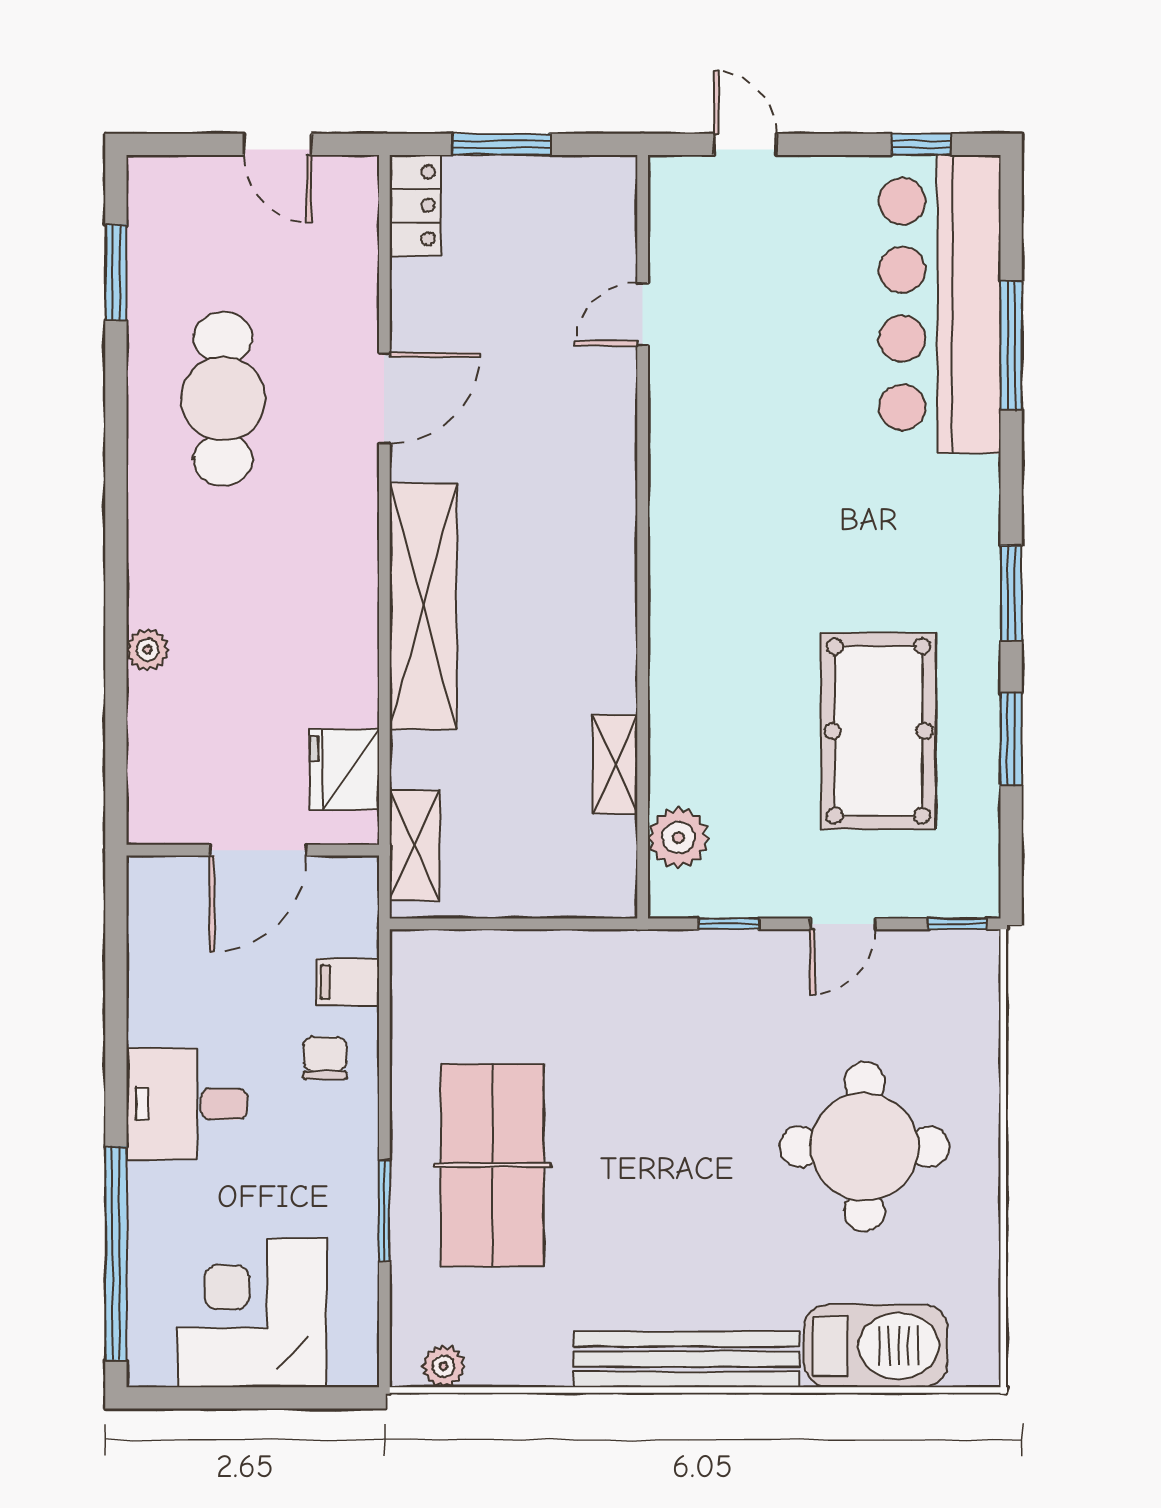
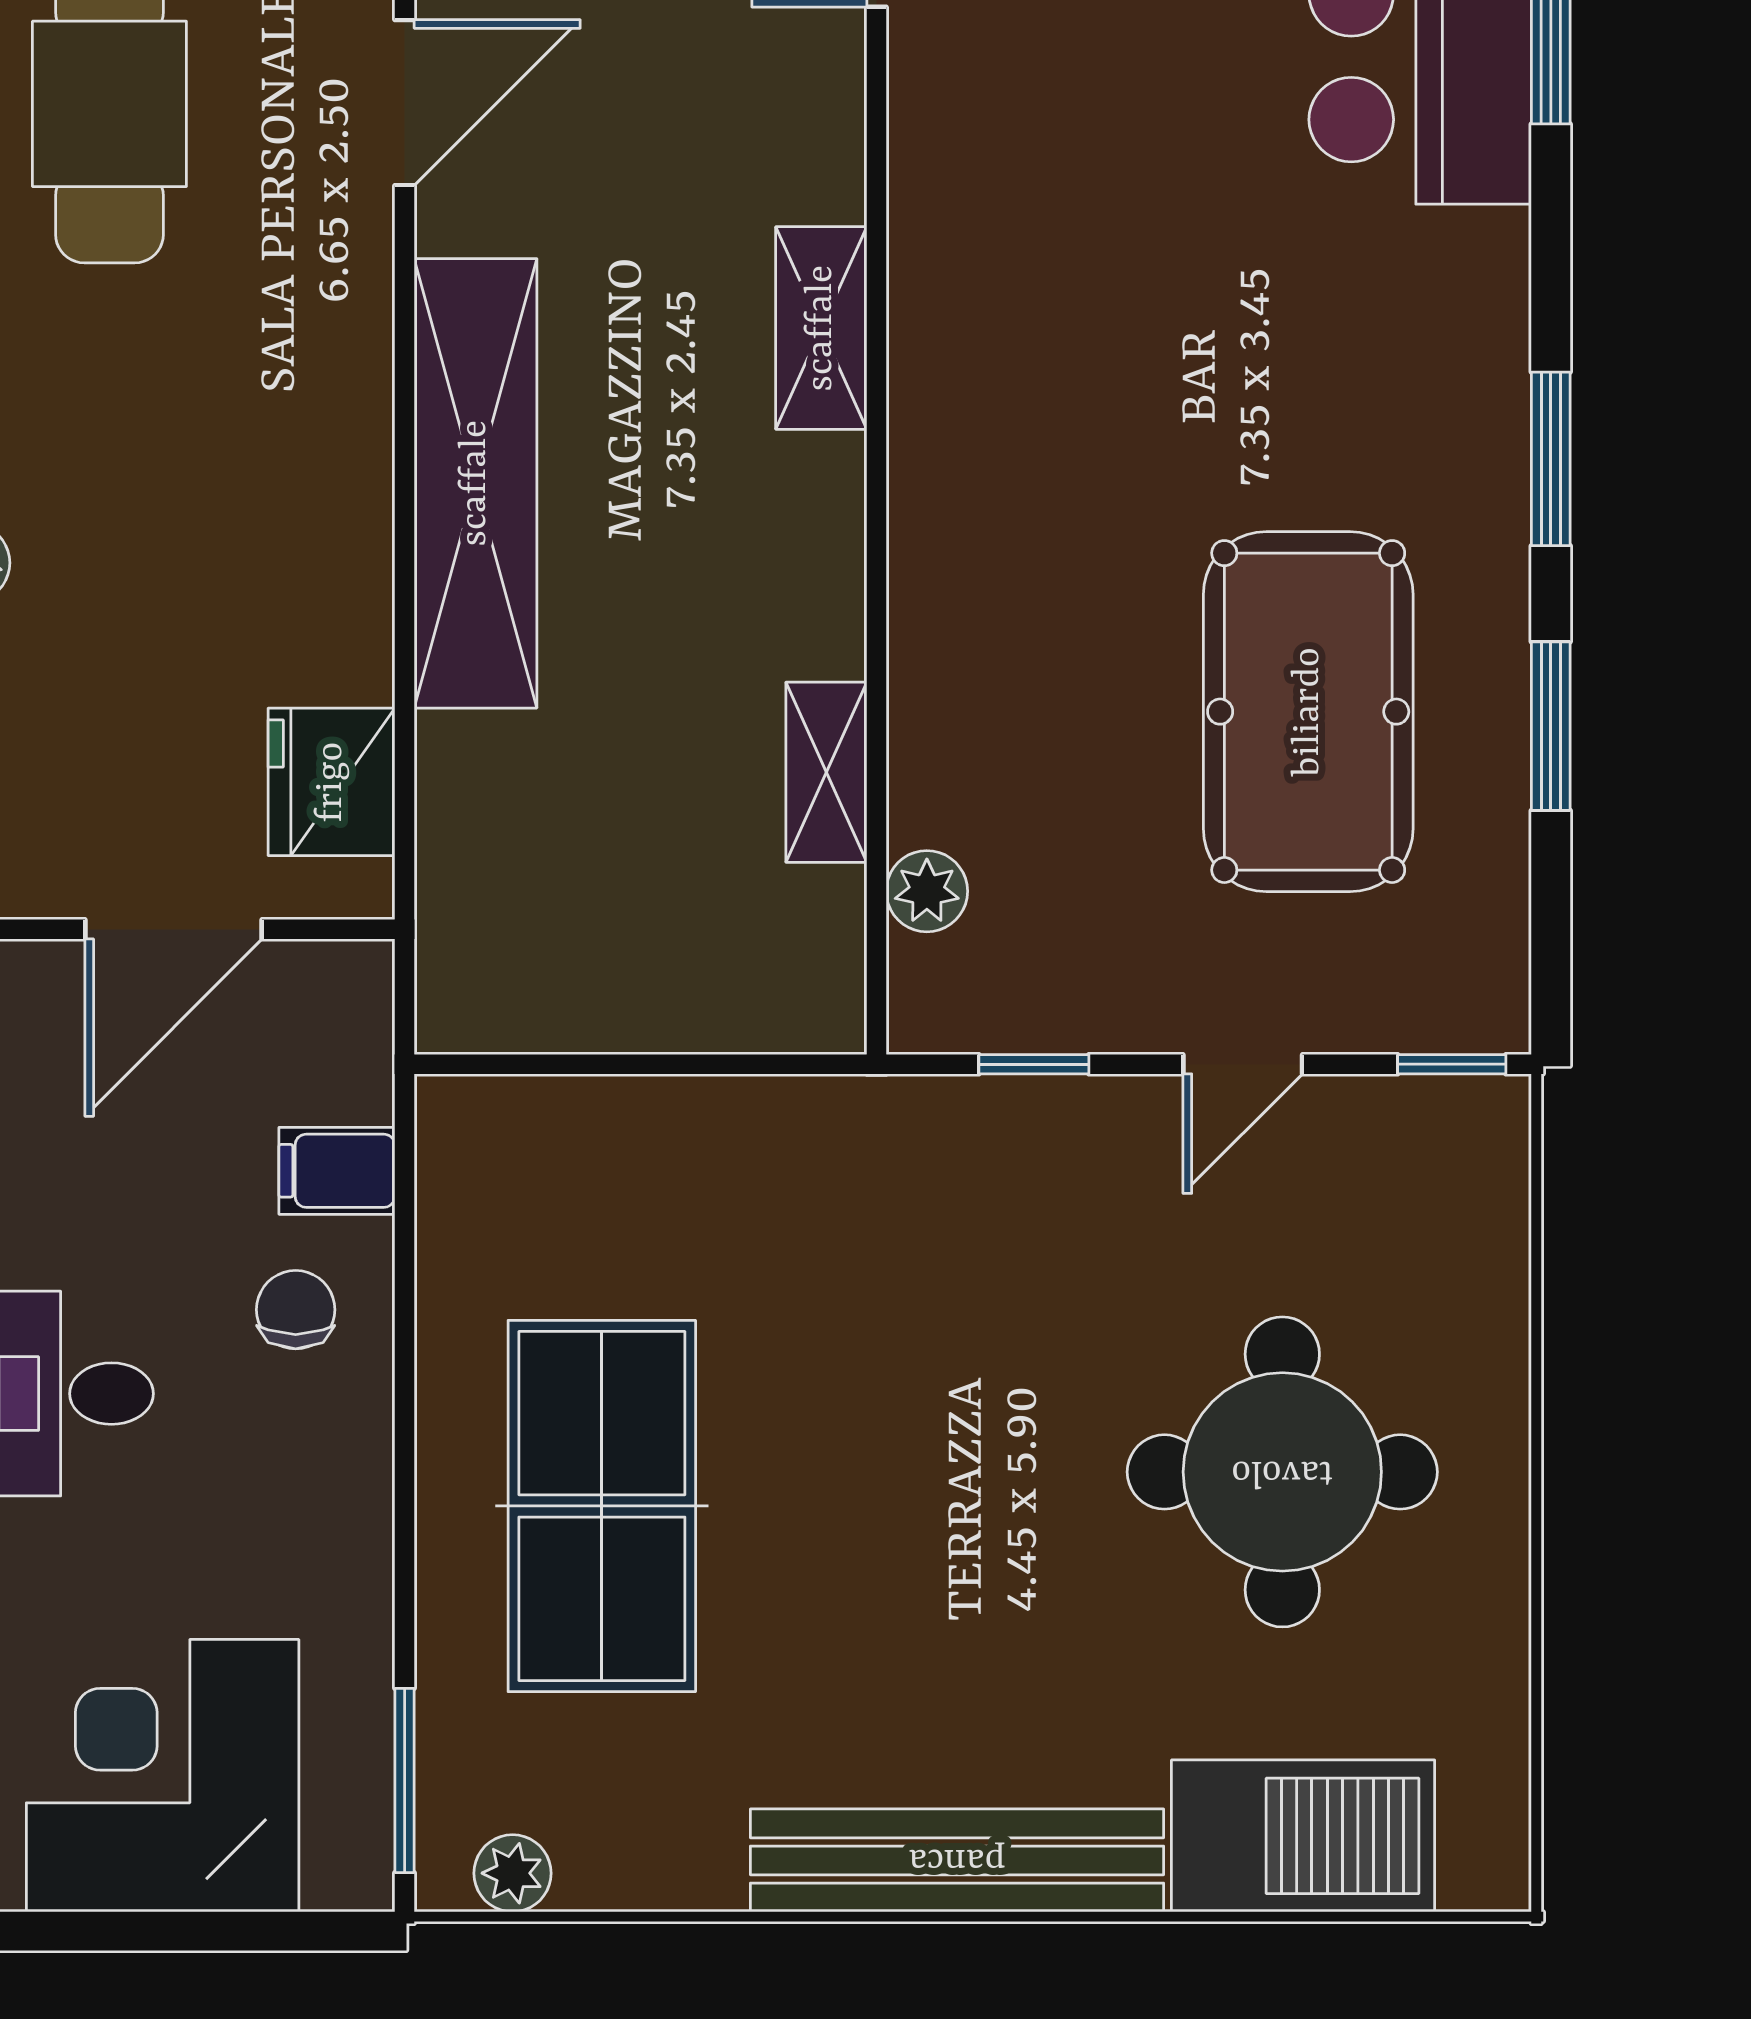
plant: (678, 838) -> (927, 891), width x0.73, depth x0.73
shelving: (415, 845) -> (821, 328), moved
window: (384, 1211) -> (405, 1780), moved

